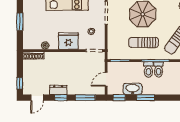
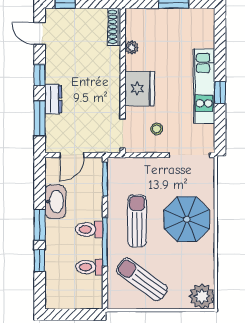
toilet: (159, 70) -> (89, 267), moved
door: (106, 79) -> (72, 155), swing flipped
dresser: (58, 90) -> (53, 99), moved
window: (119, 98) -> (40, 261), moved

